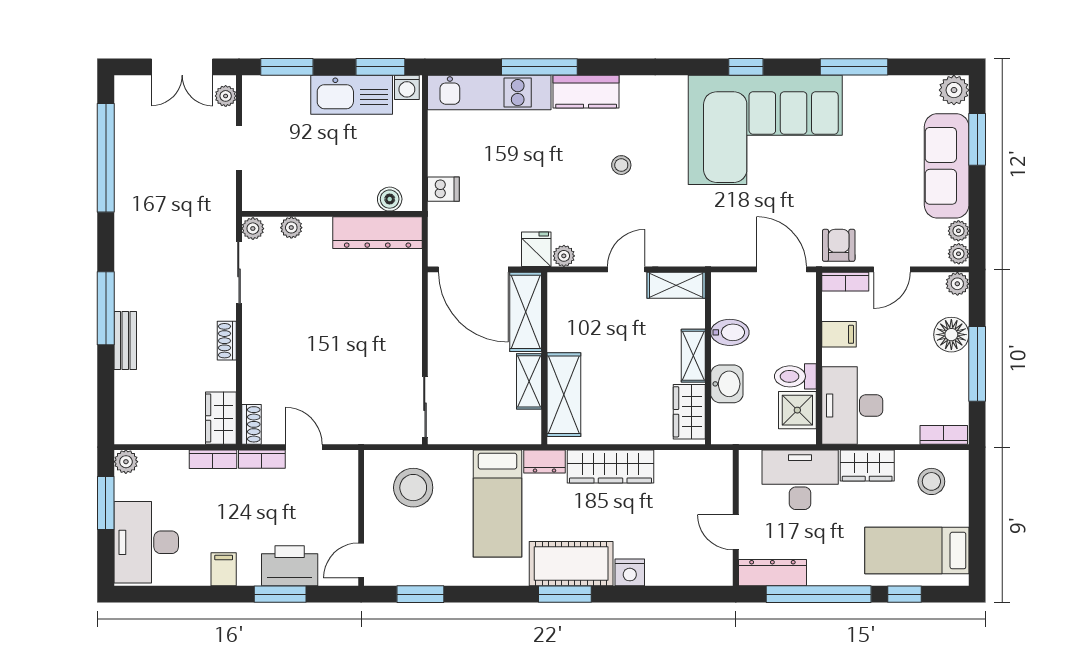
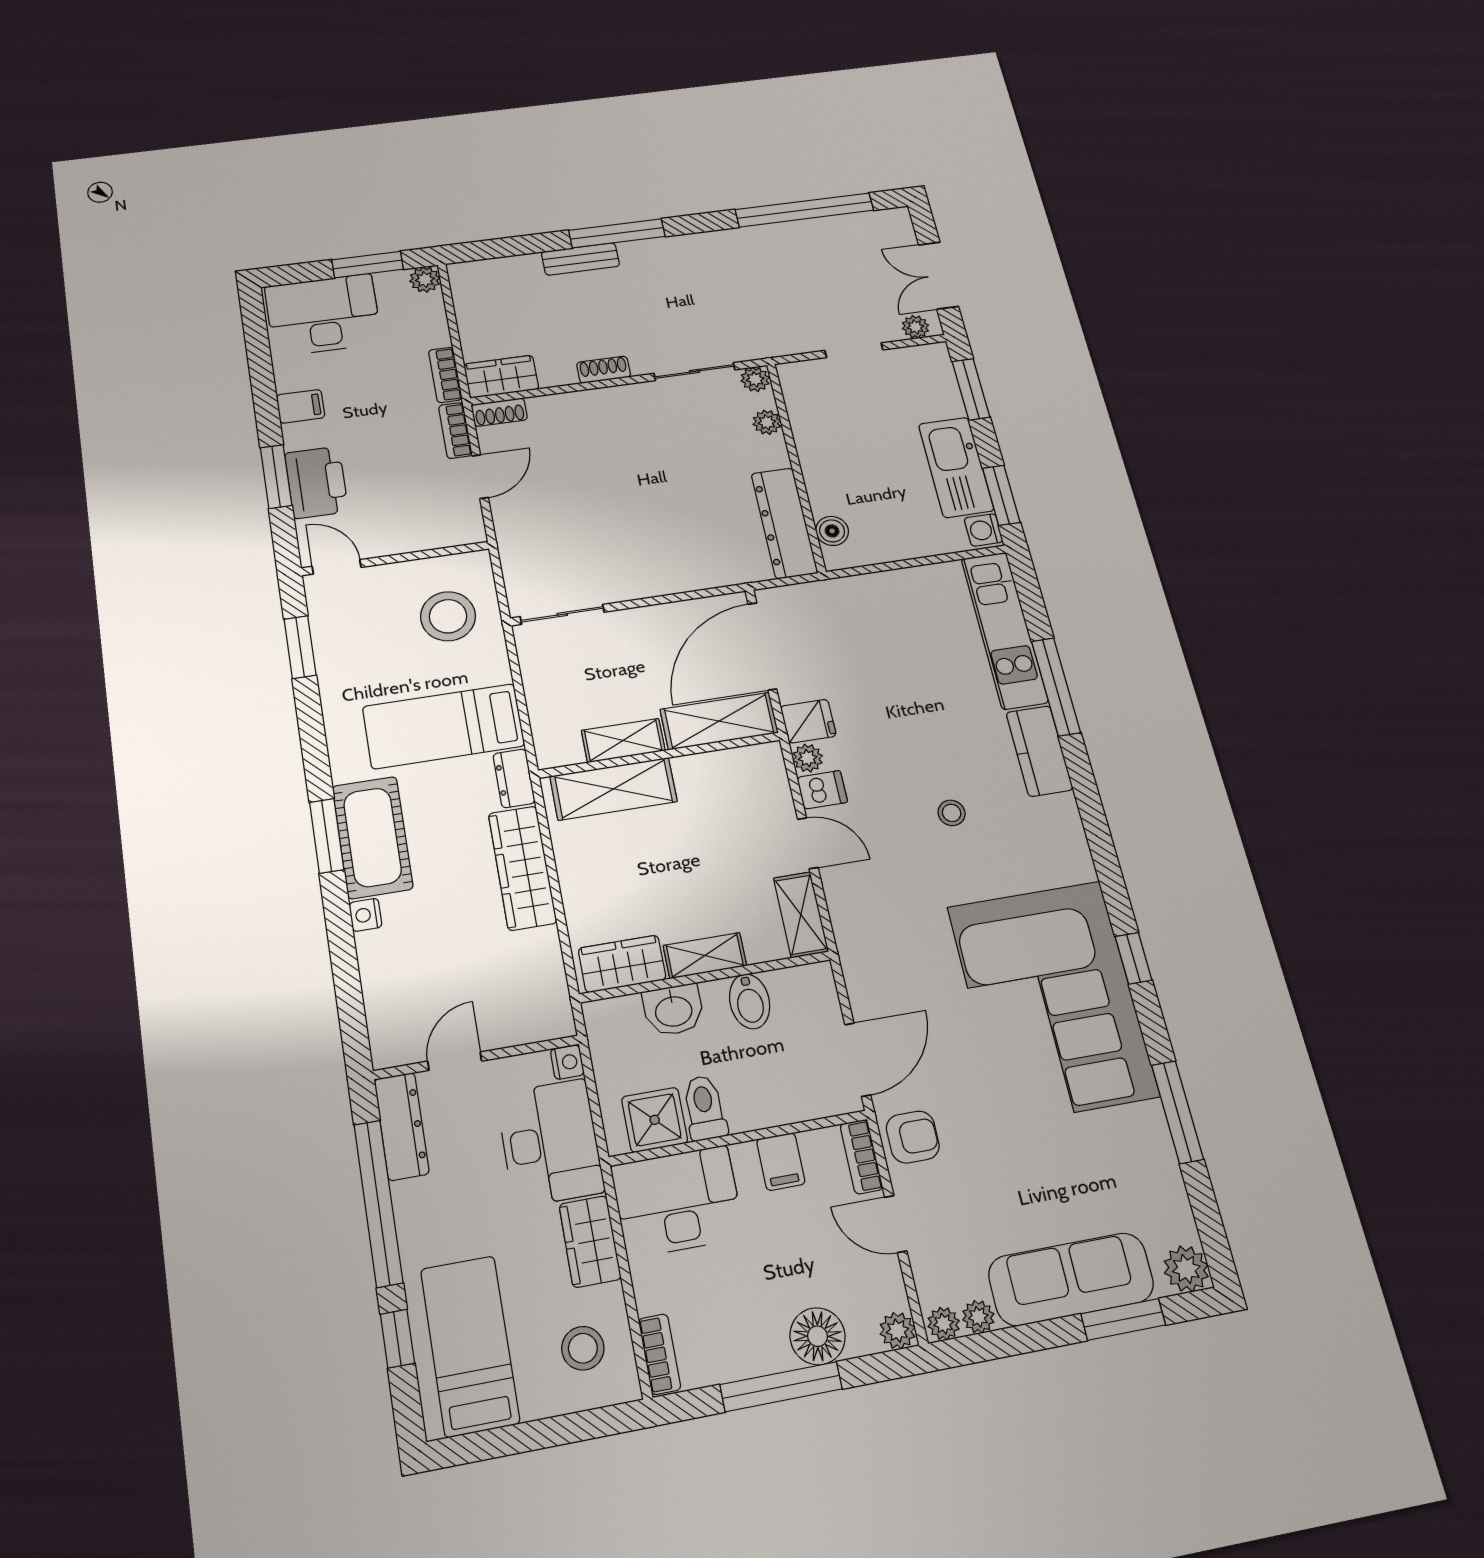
dishwasher: (443, 189) -> (822, 790), moved, turned -90
nightstand: (749, 460) -> (567, 1062), added
nightstand: (630, 572) -> (365, 915), width x0.72, depth x0.74

